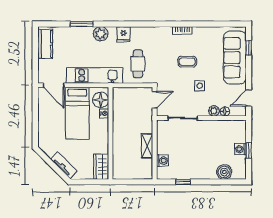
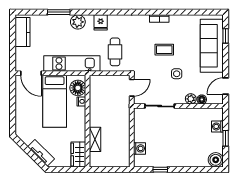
shelving: (147, 146) -> (95, 139), moved
washing machine: (241, 149) -> (217, 126), moved
boiler: (224, 172) -> (216, 160), moved

